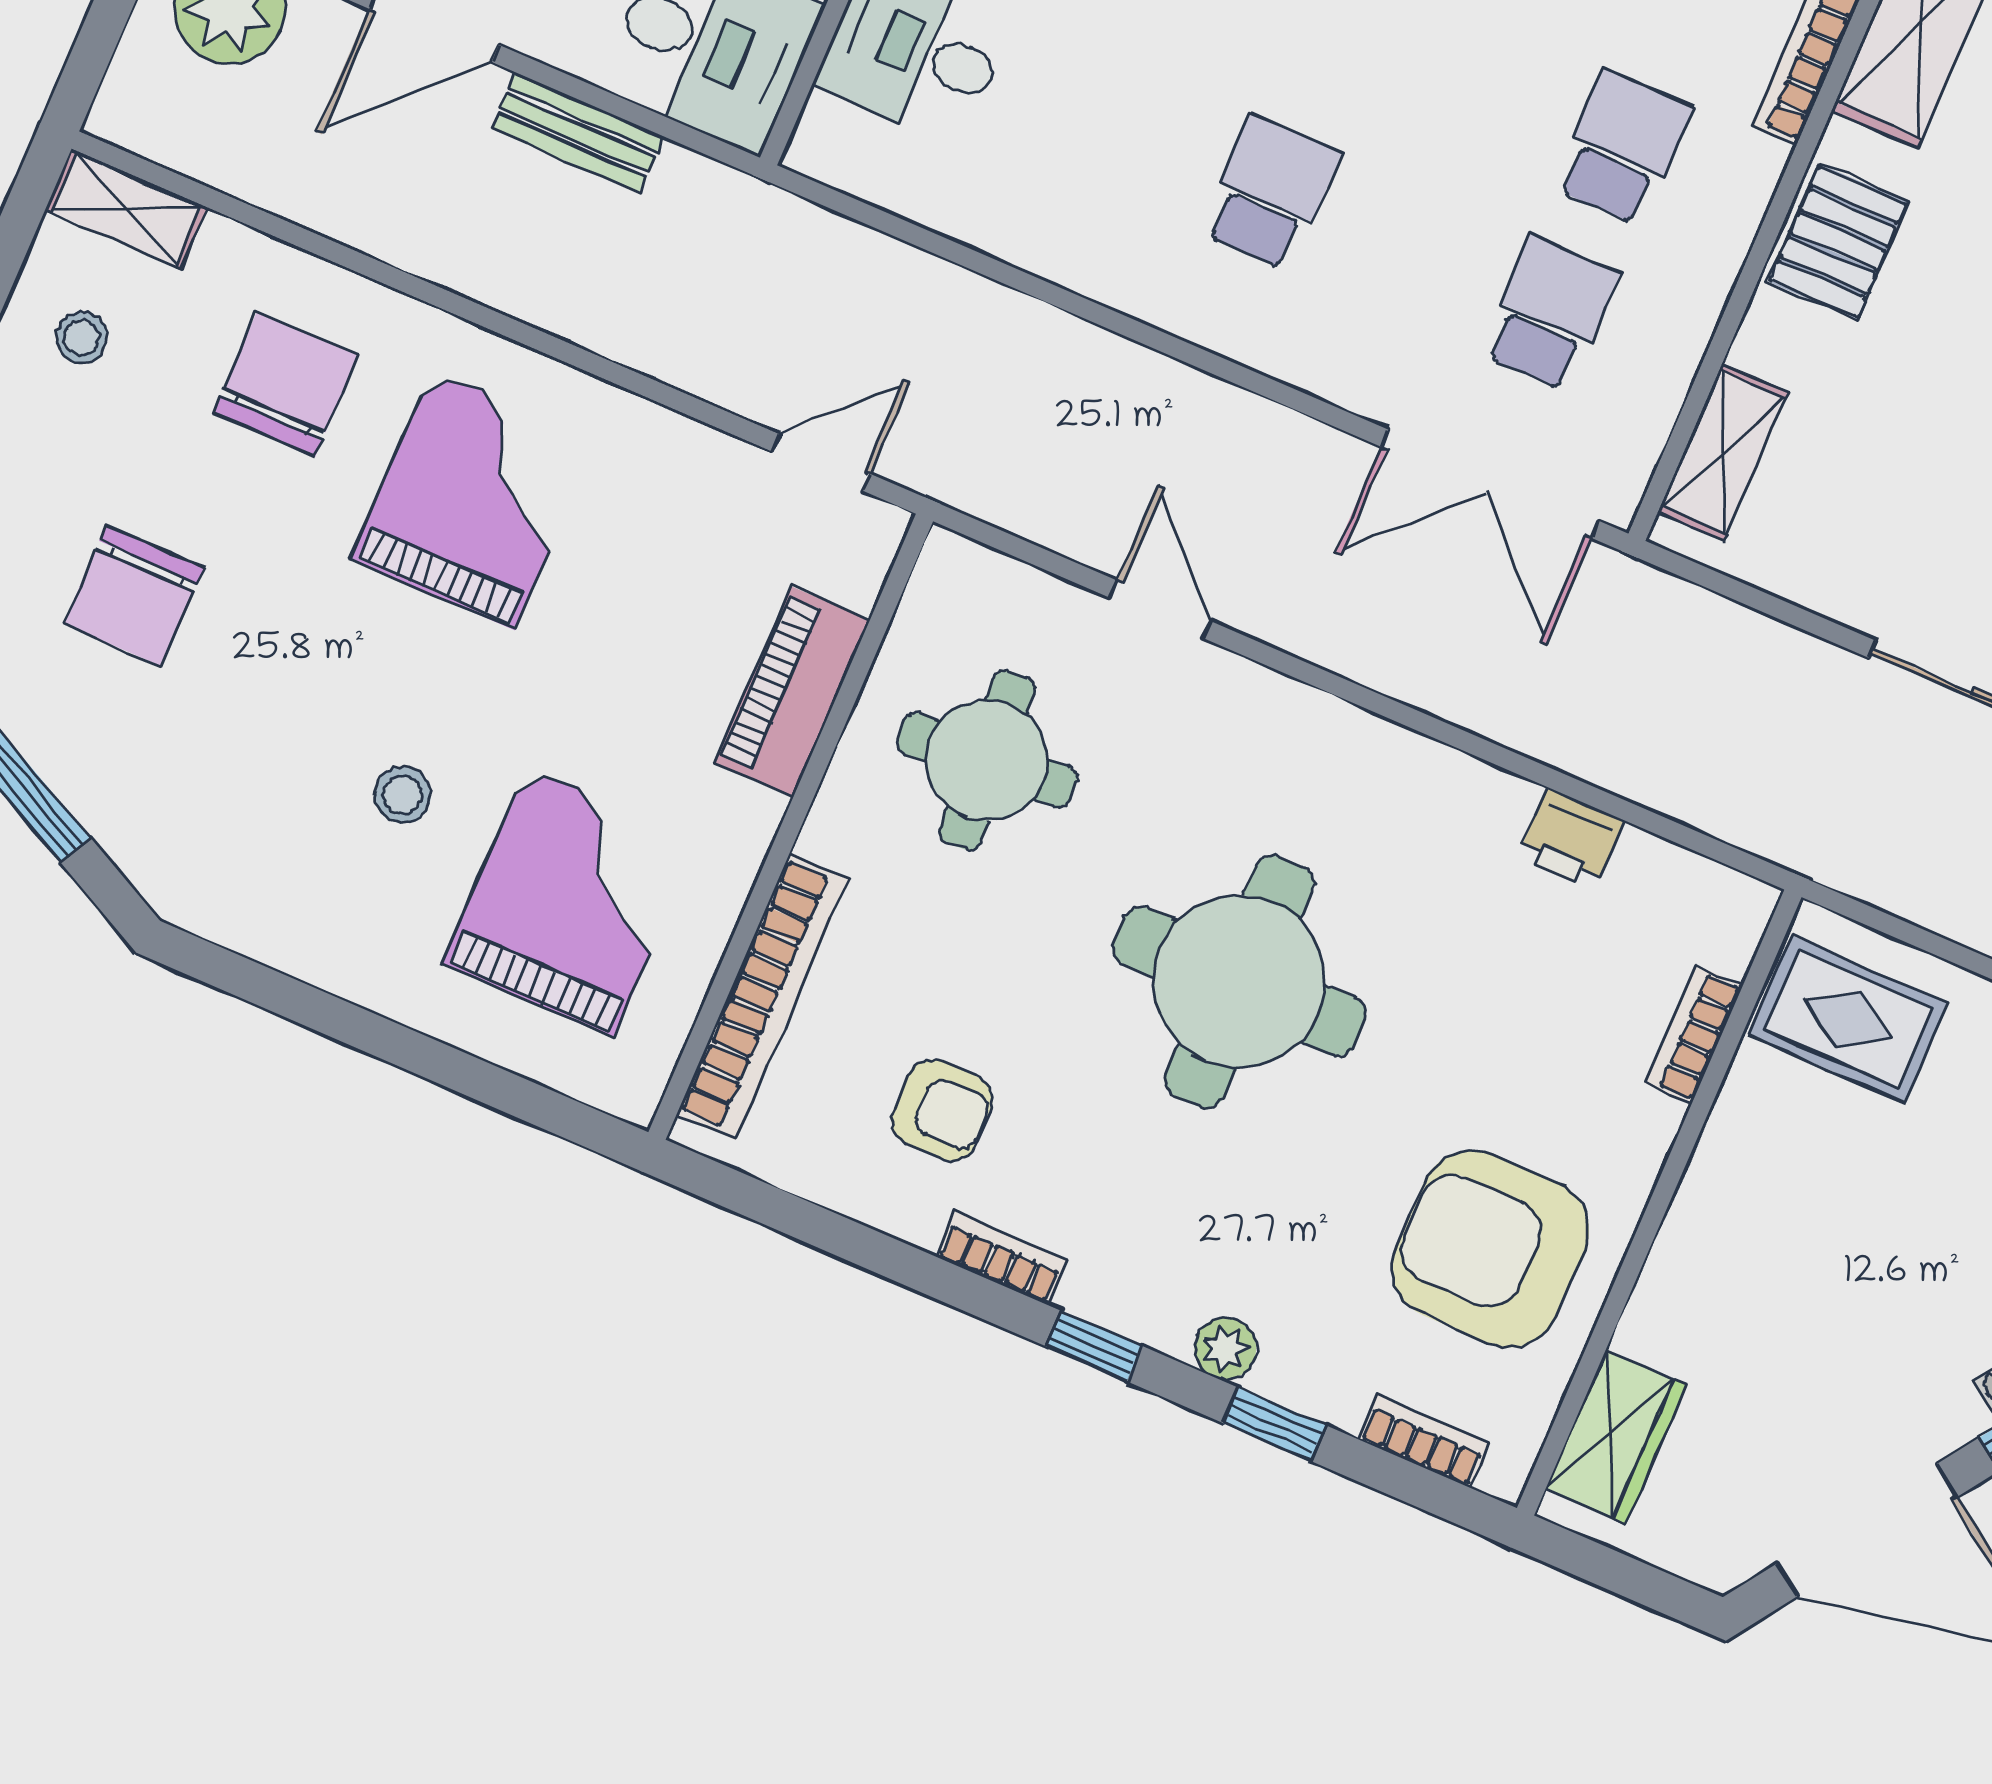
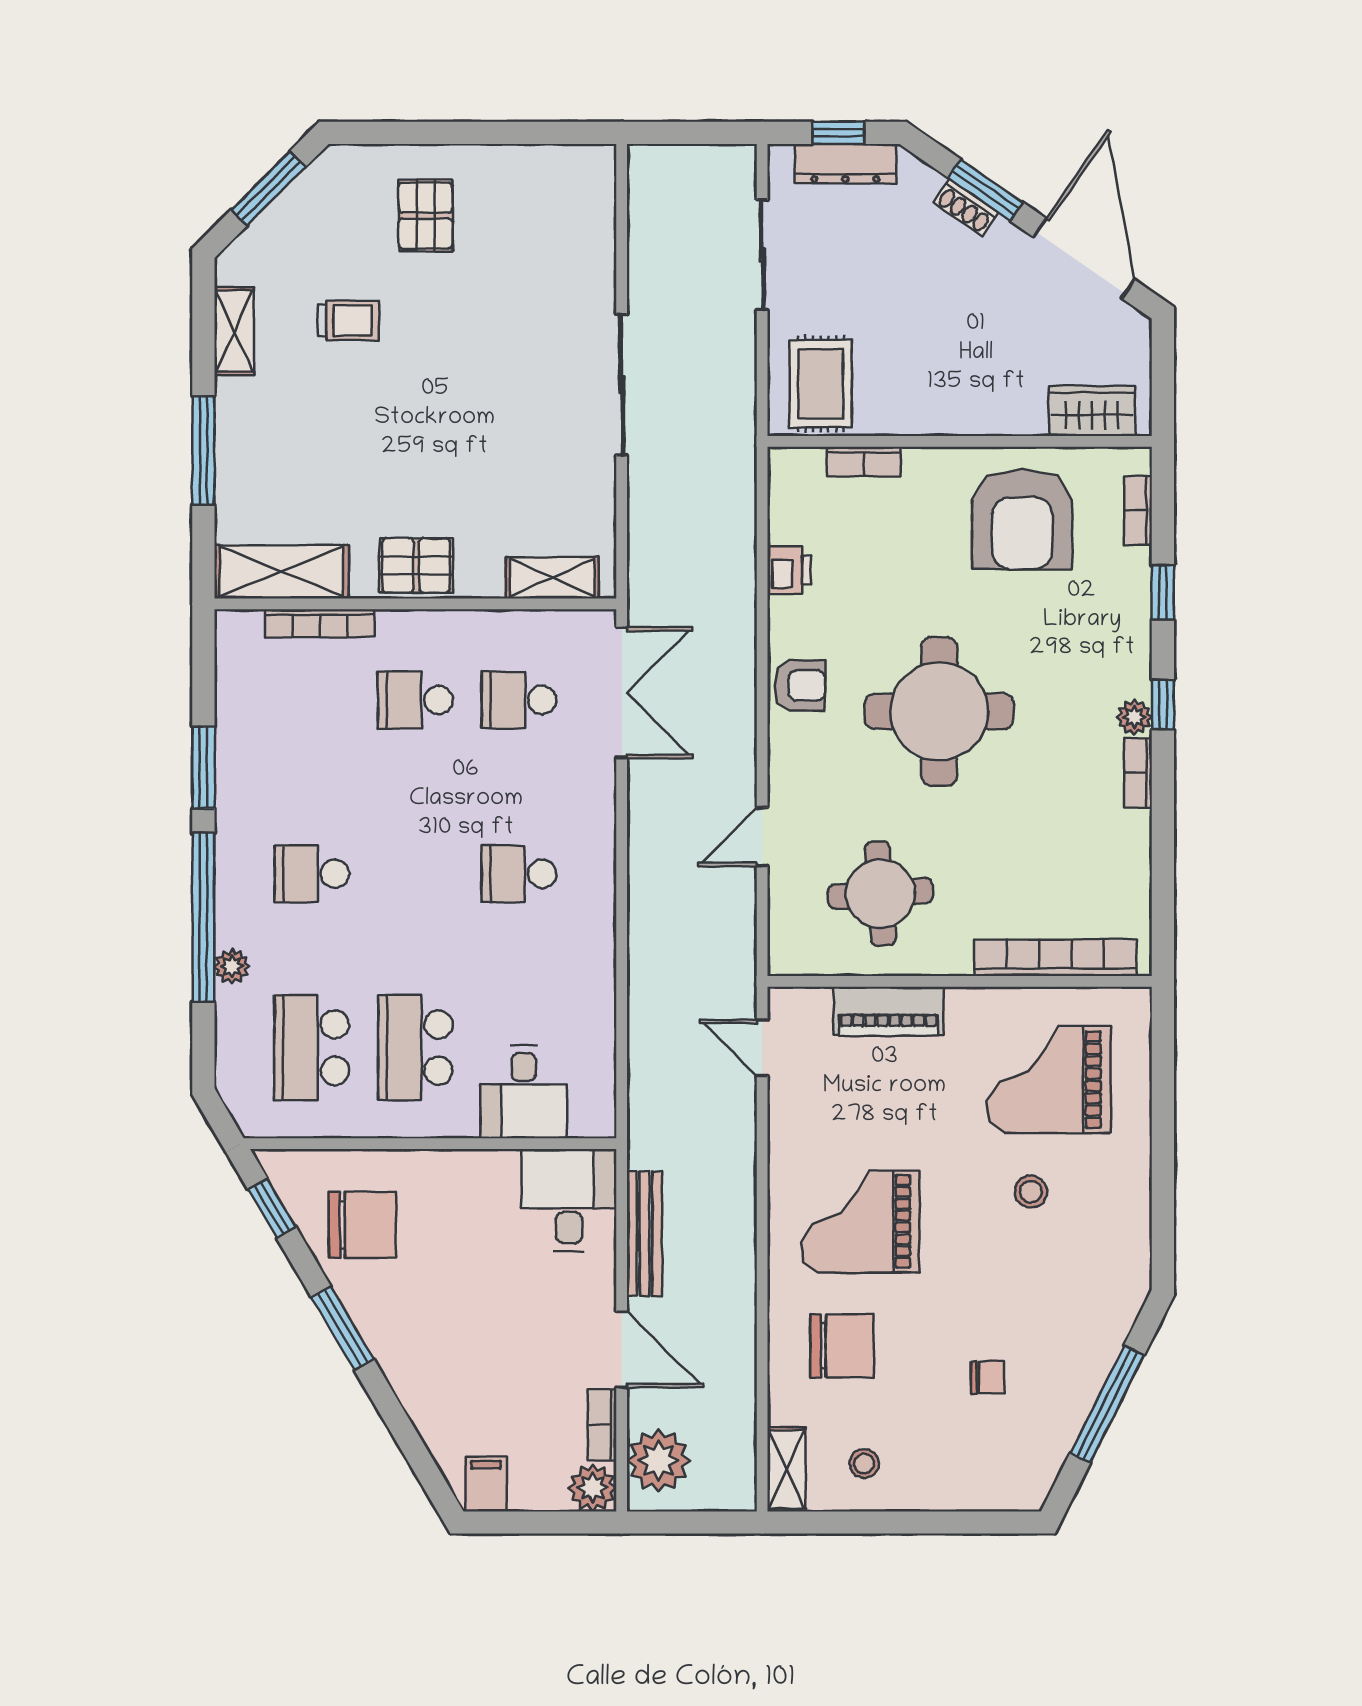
bench: (577, 132) -> (644, 1234), width x1.36
chair: (286, 384) -> (842, 1346), turned 180
chair: (134, 596) -> (988, 1377), width x0.54, depth x0.54
armchair: (942, 1110) -> (800, 685), moved, turned 90
plant: (1225, 1348) -> (1134, 717), moved

